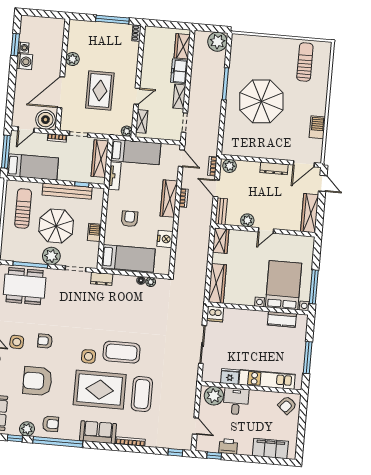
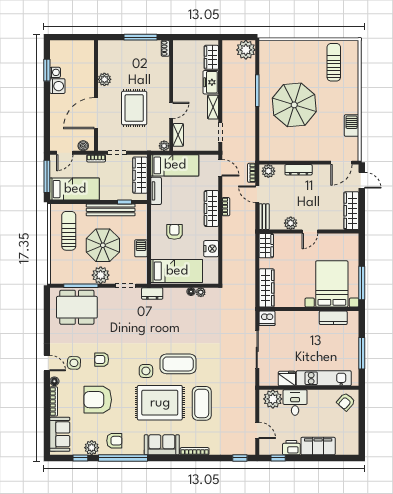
boiler: (45, 120) -> (83, 146), width x0.54, depth x0.54
dresser: (274, 168) -> (299, 170), moved
filing cabinet: (270, 449) -> (318, 446), moved

